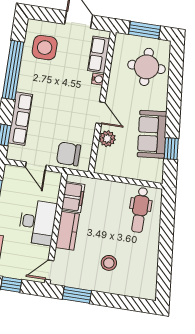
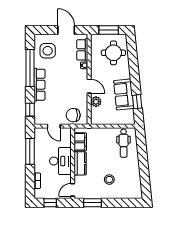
row of seats: (20, 119) -> (39, 85), moved

